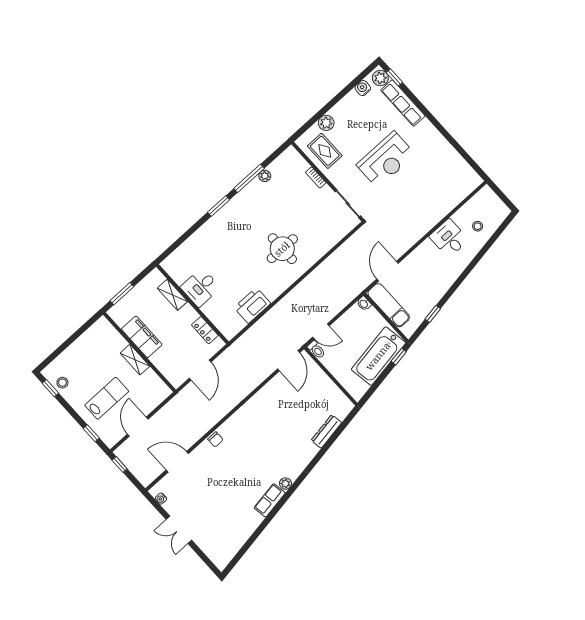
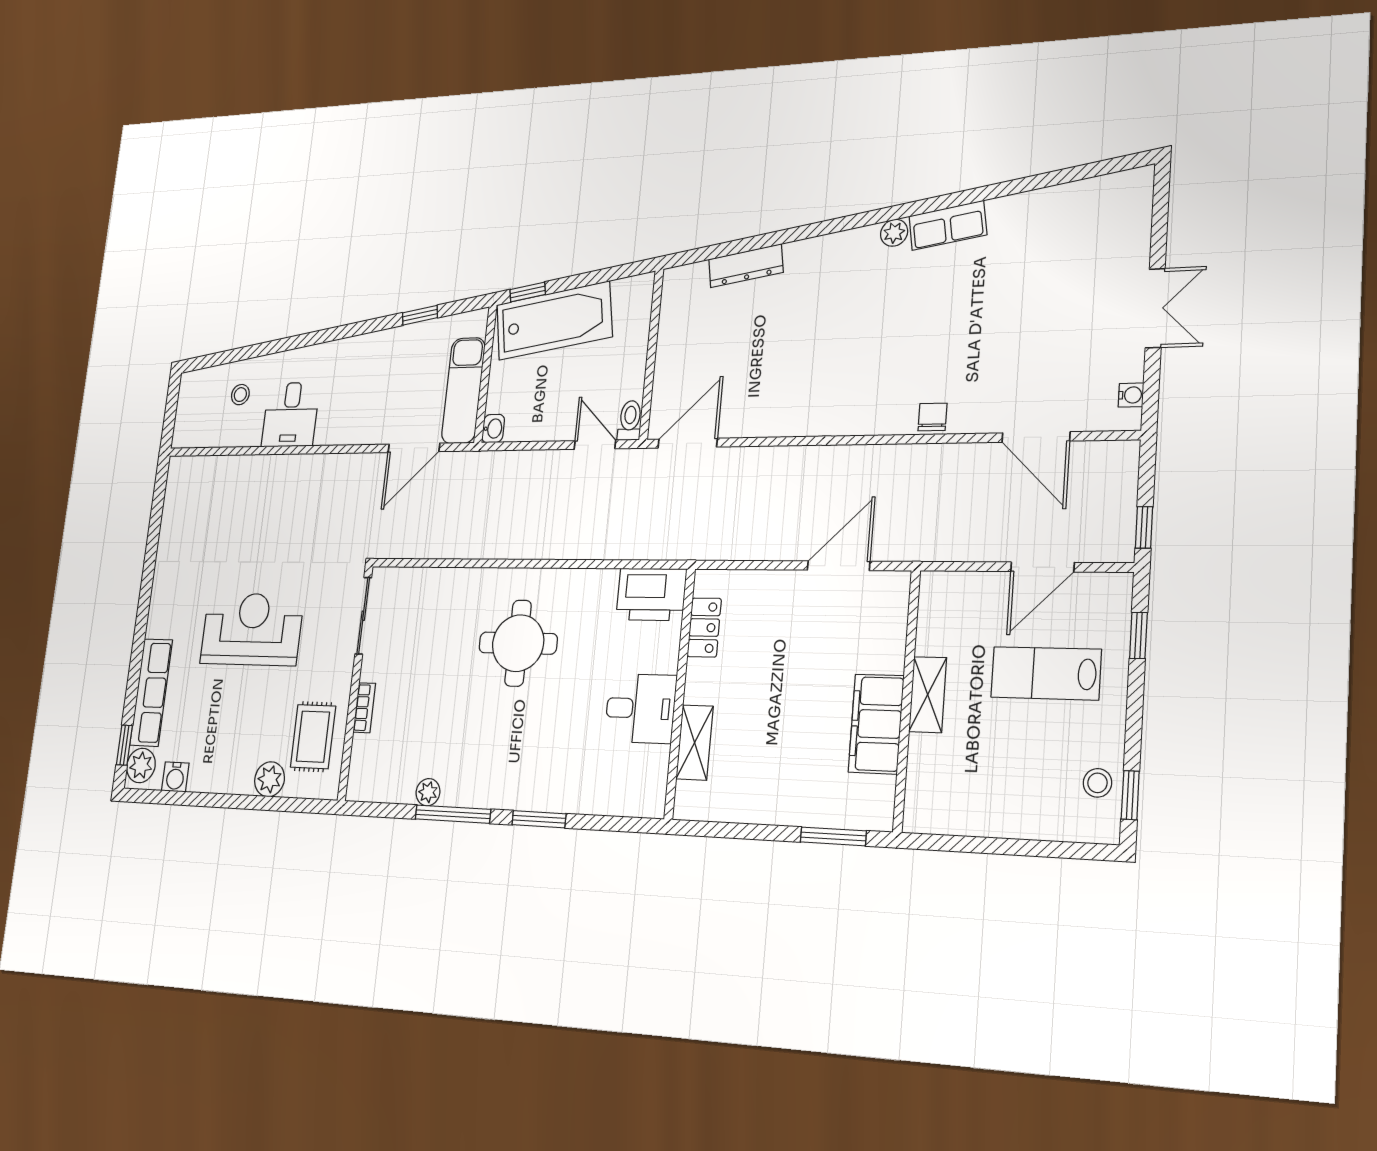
desk: (200, 287) -> (640, 708), moved
shelving: (172, 295) -> (695, 743), moved
wall: (192, 304) -> (680, 693), moved
locker: (205, 330) -> (704, 628), moved

